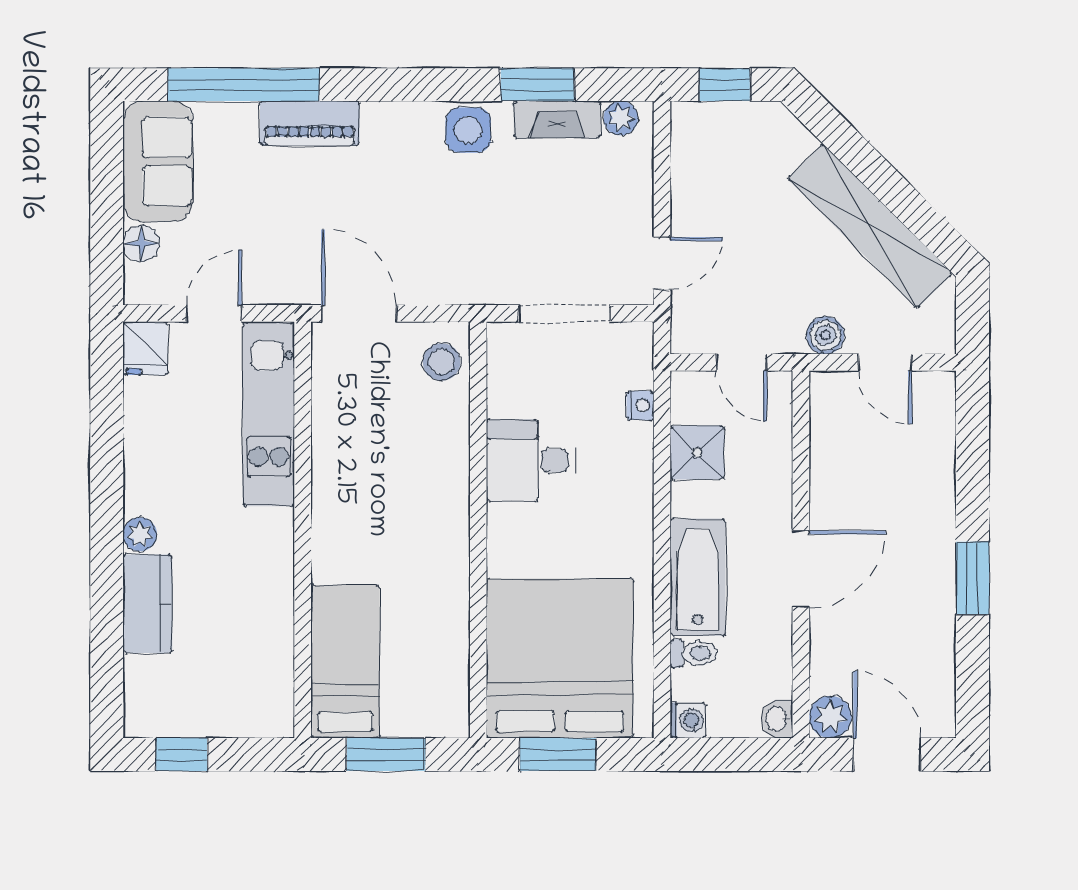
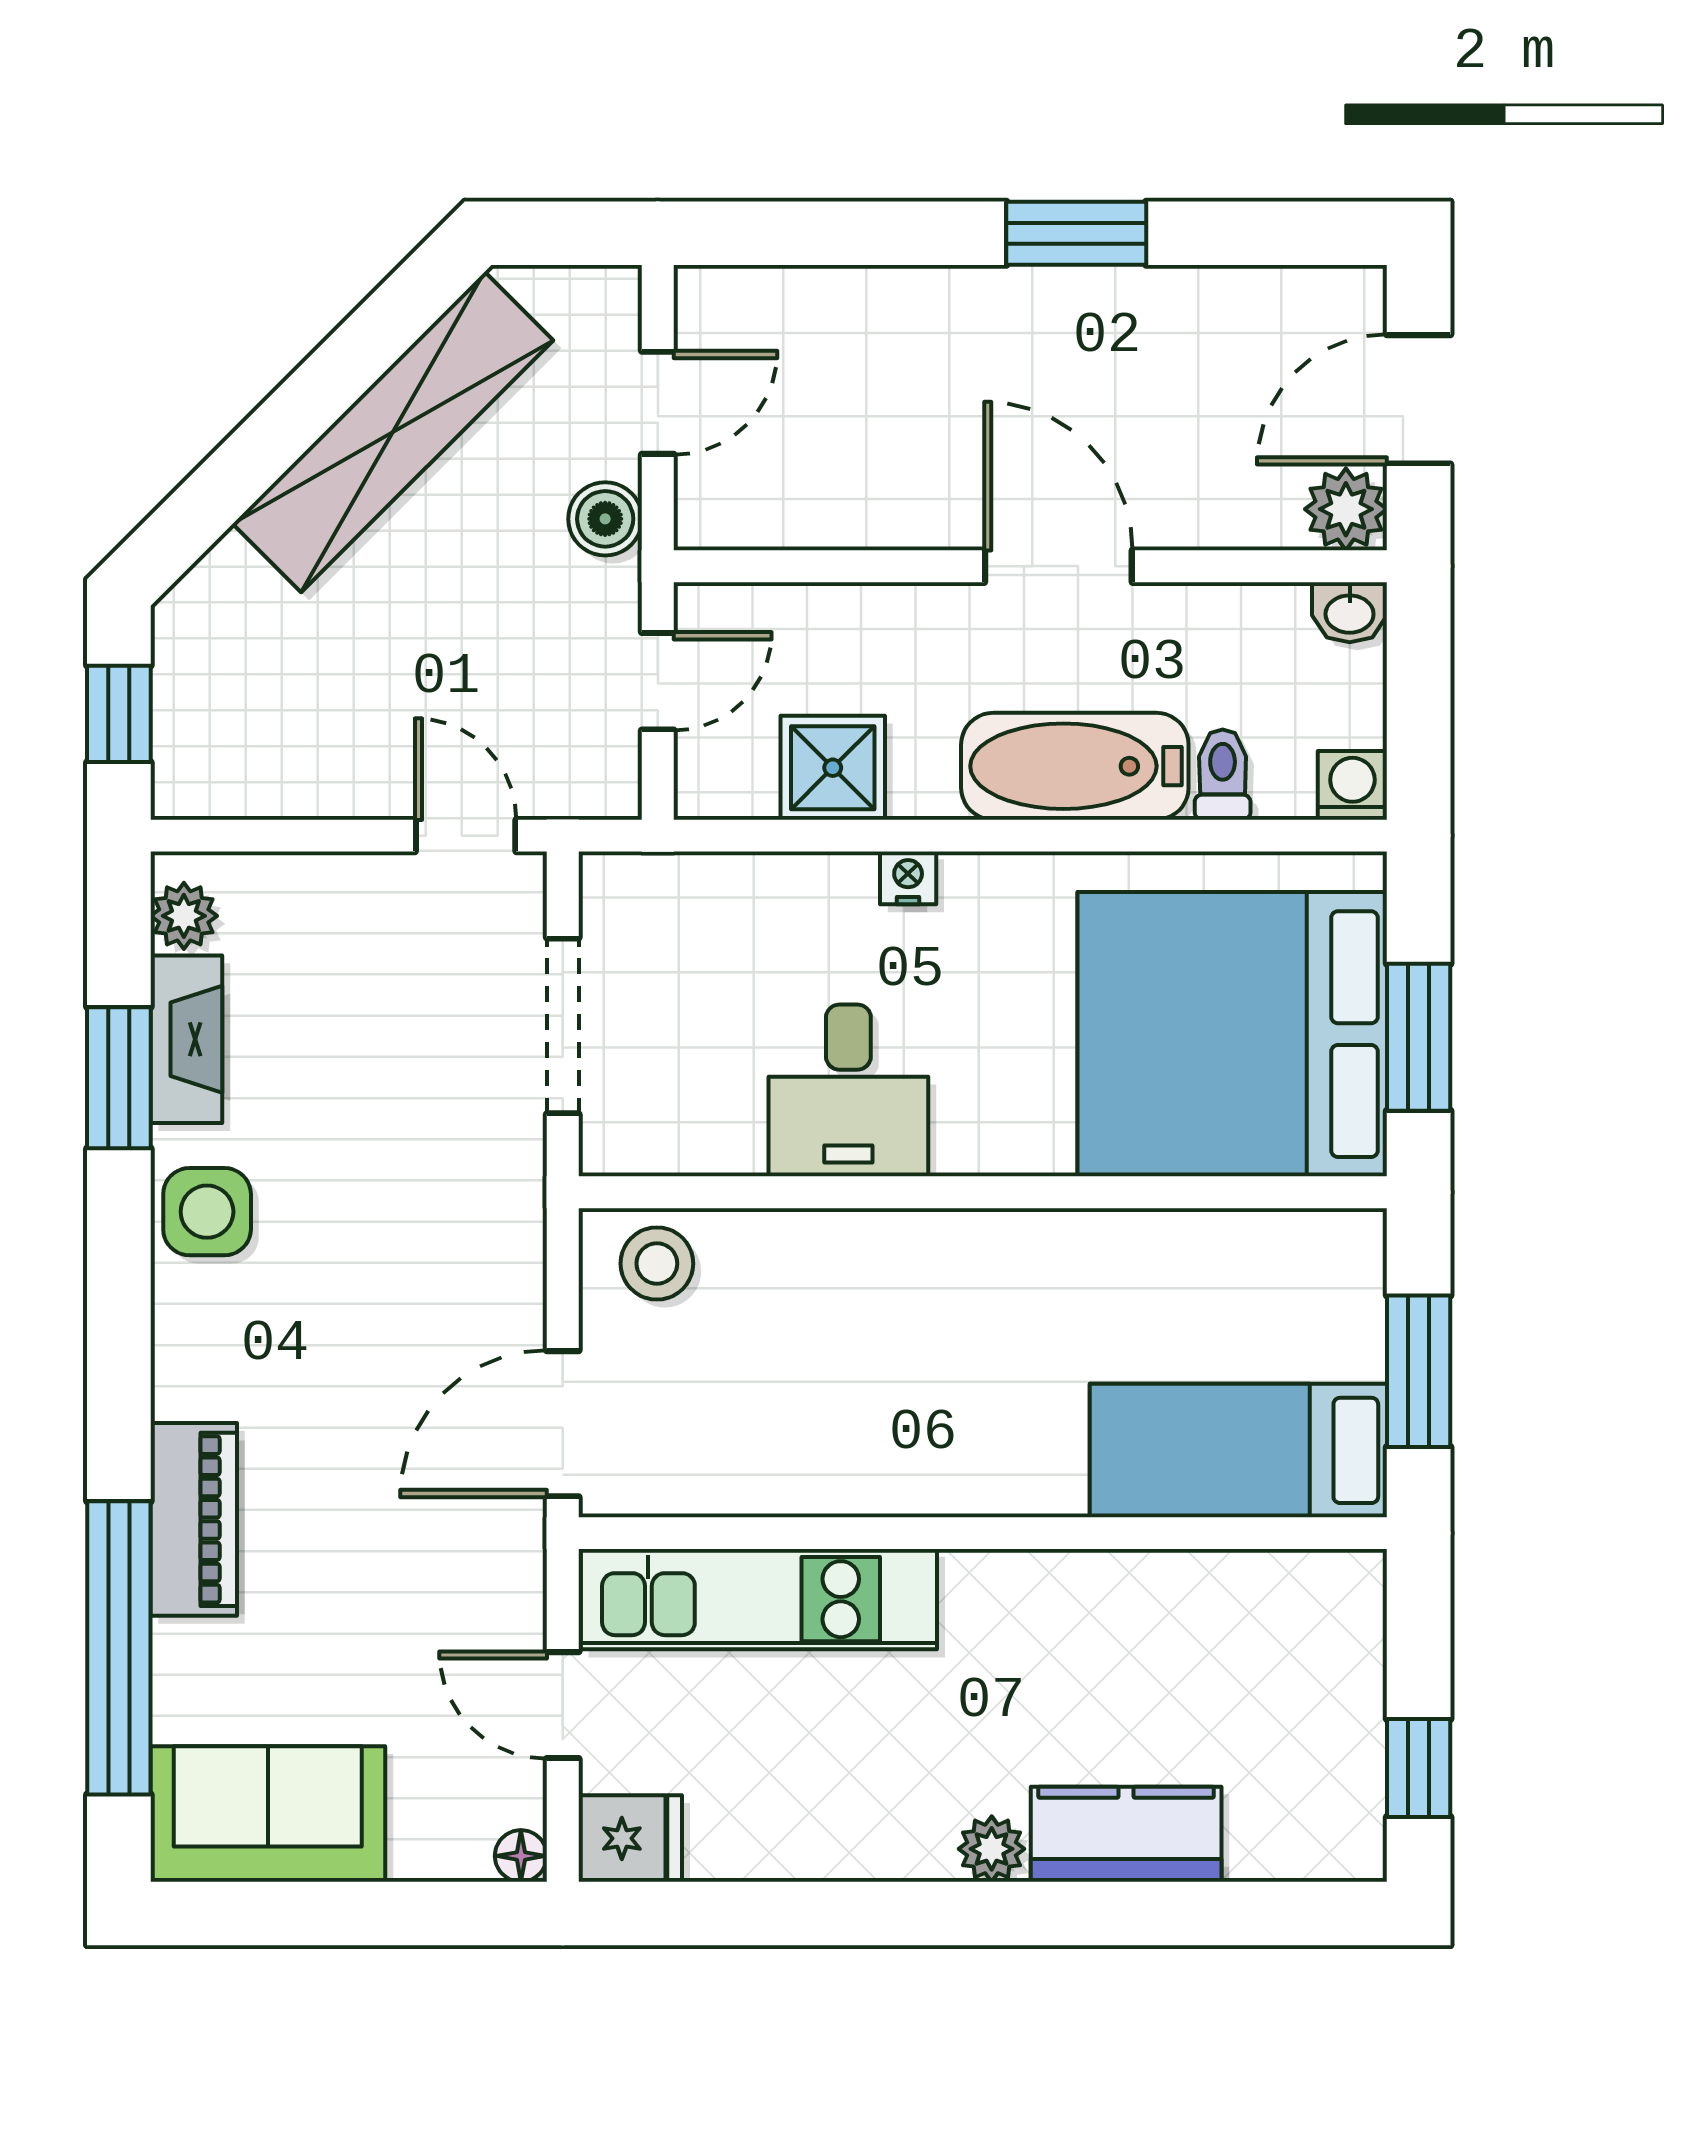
floor lamp: (141, 244) -> (521, 1856), moved, width x0.73, depth x0.73
nightstand: (640, 406) -> (908, 878), moved

